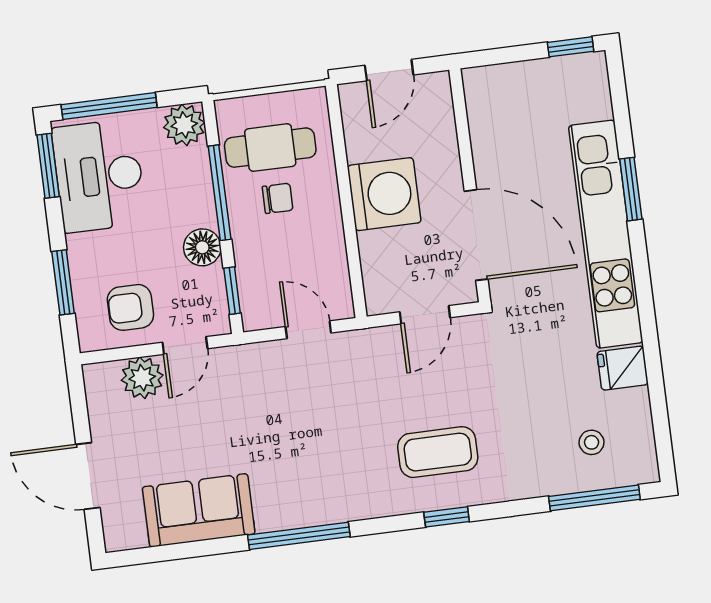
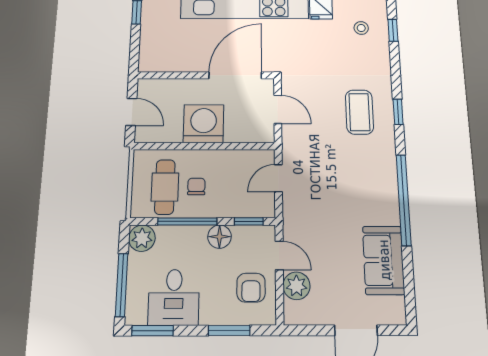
desk: (99, 176) -> (174, 297), width x0.73
window: (594, 498) -> (393, 30), width x0.46
window: (299, 536) -> (404, 200), width x1.46

